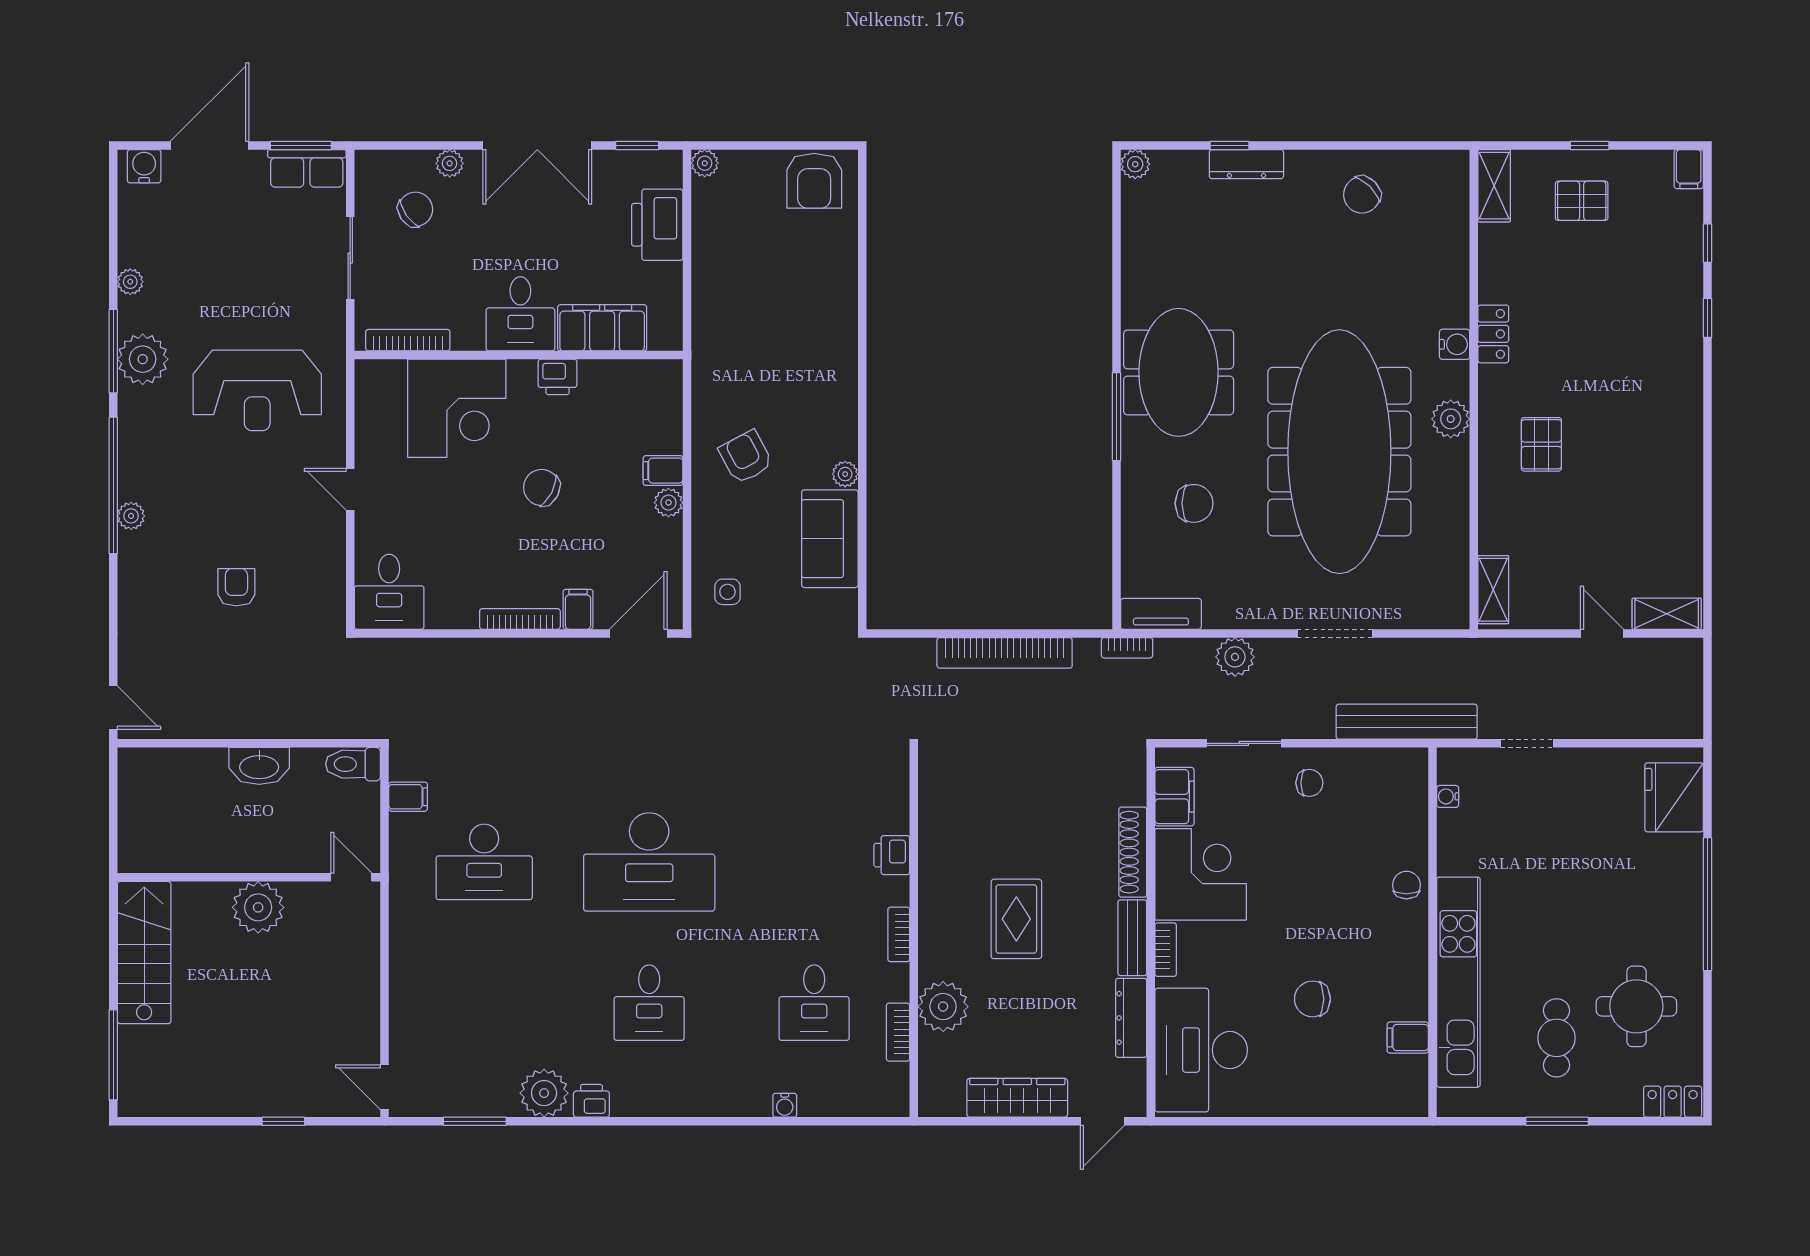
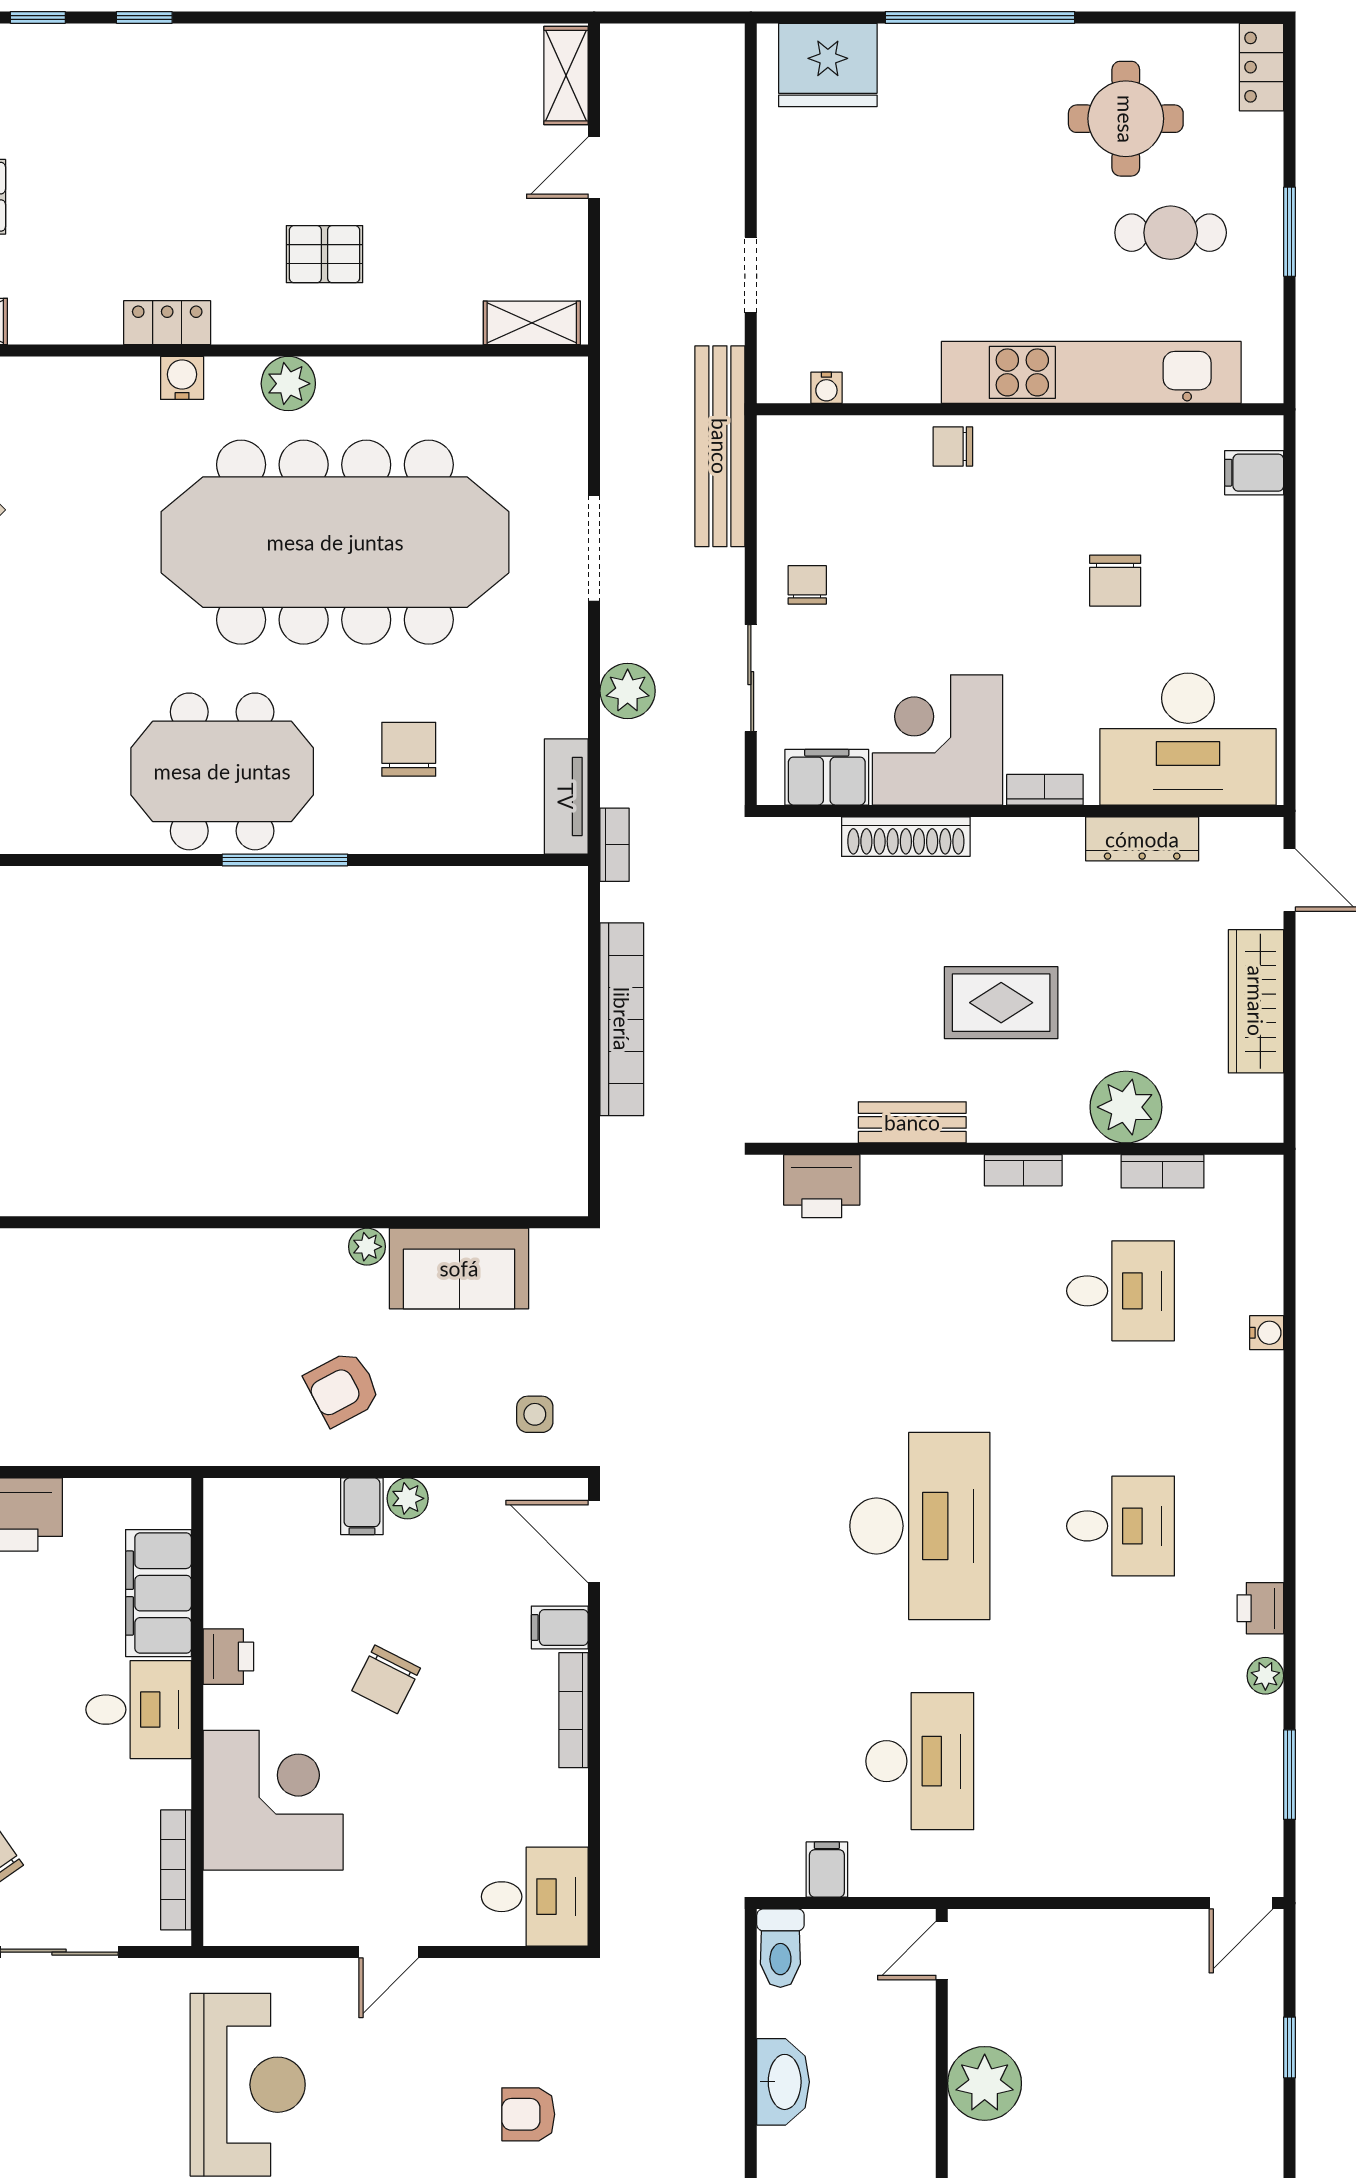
printer: (892, 855) -> (822, 1186), moved, width x1.36, depth x1.24
bench: (1132, 938) -> (912, 1122), moved
filing cabinet: (1408, 1038) -> (1254, 473), moved, turned 90
plant: (544, 1093) -> (1265, 1676), width x0.53, depth x0.53

